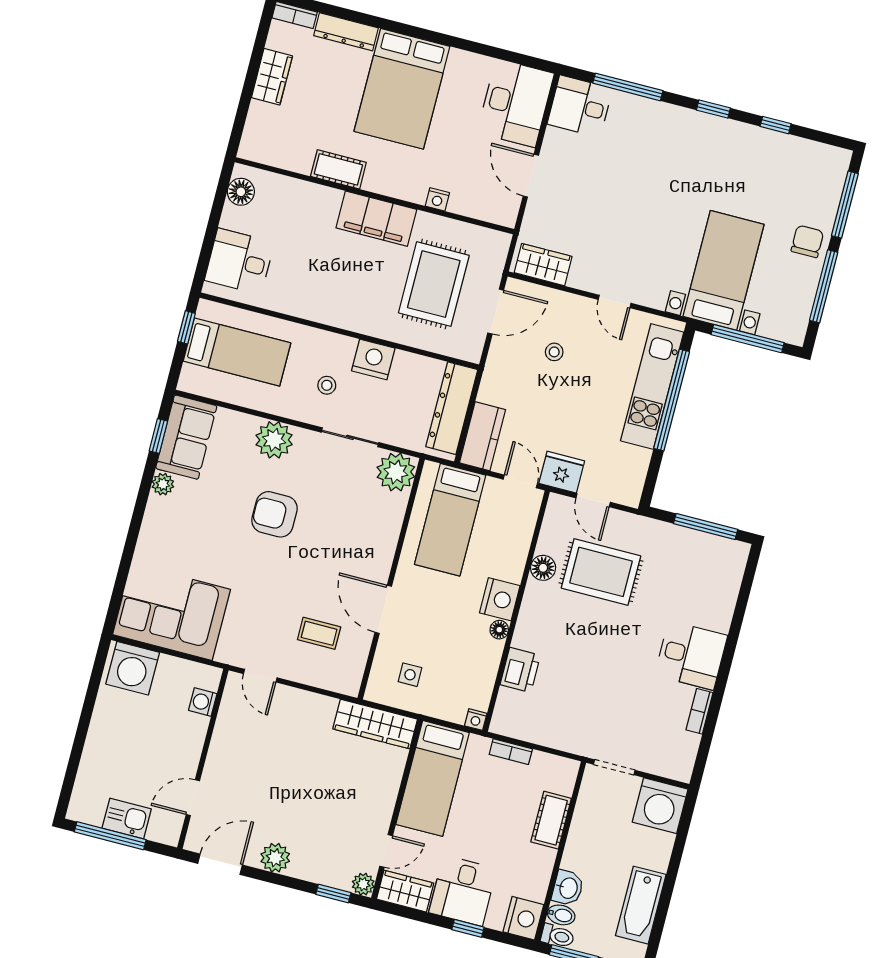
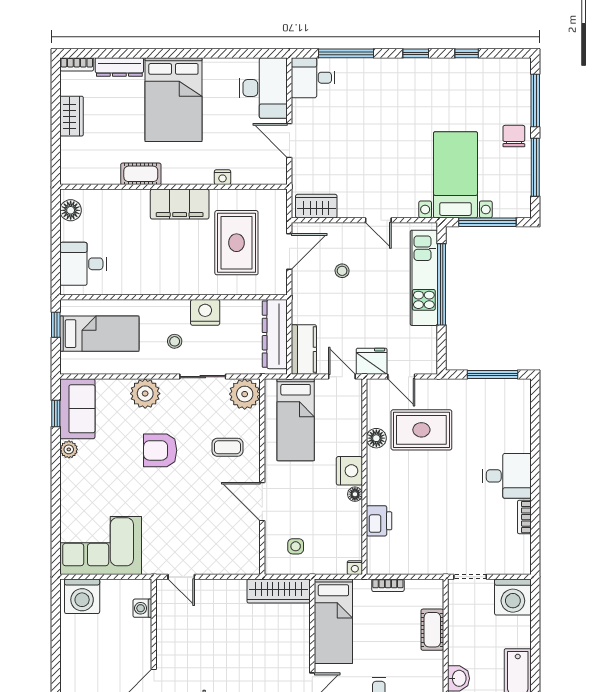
coffee table: (319, 633) -> (227, 447), moved

